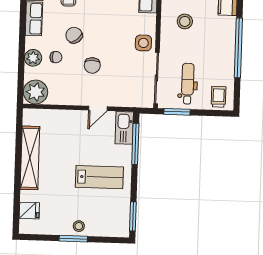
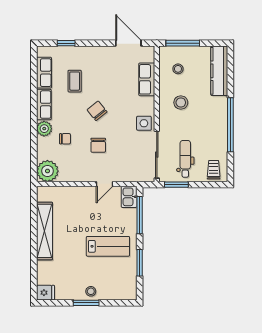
chair: (74, 35) -> (97, 111), moved
plant: (33, 58) -> (44, 129), moved
kitchen sink: (124, 128) -> (129, 197), width x0.73
fridge: (29, 211) -> (45, 293), moved
window: (133, 216) -> (140, 263), moved

